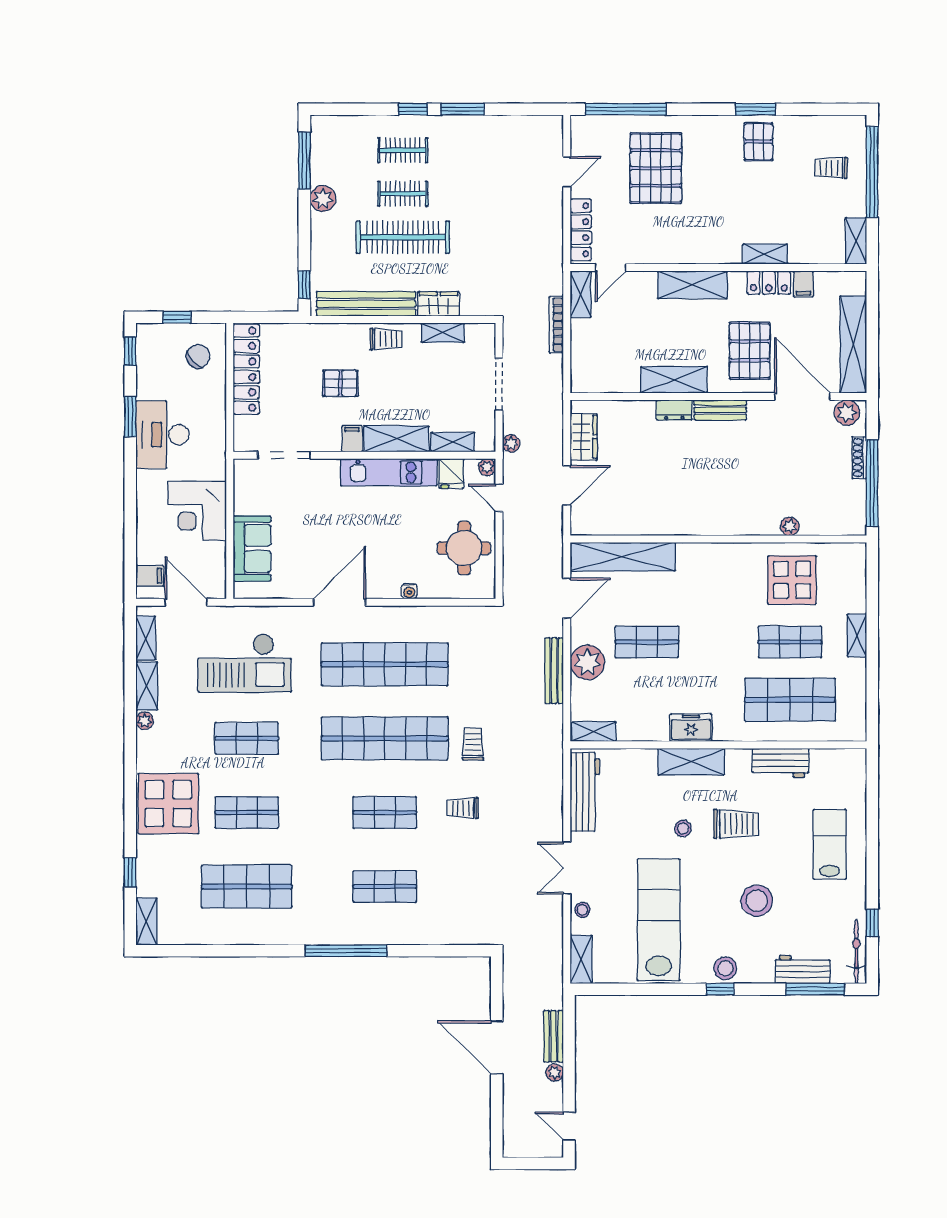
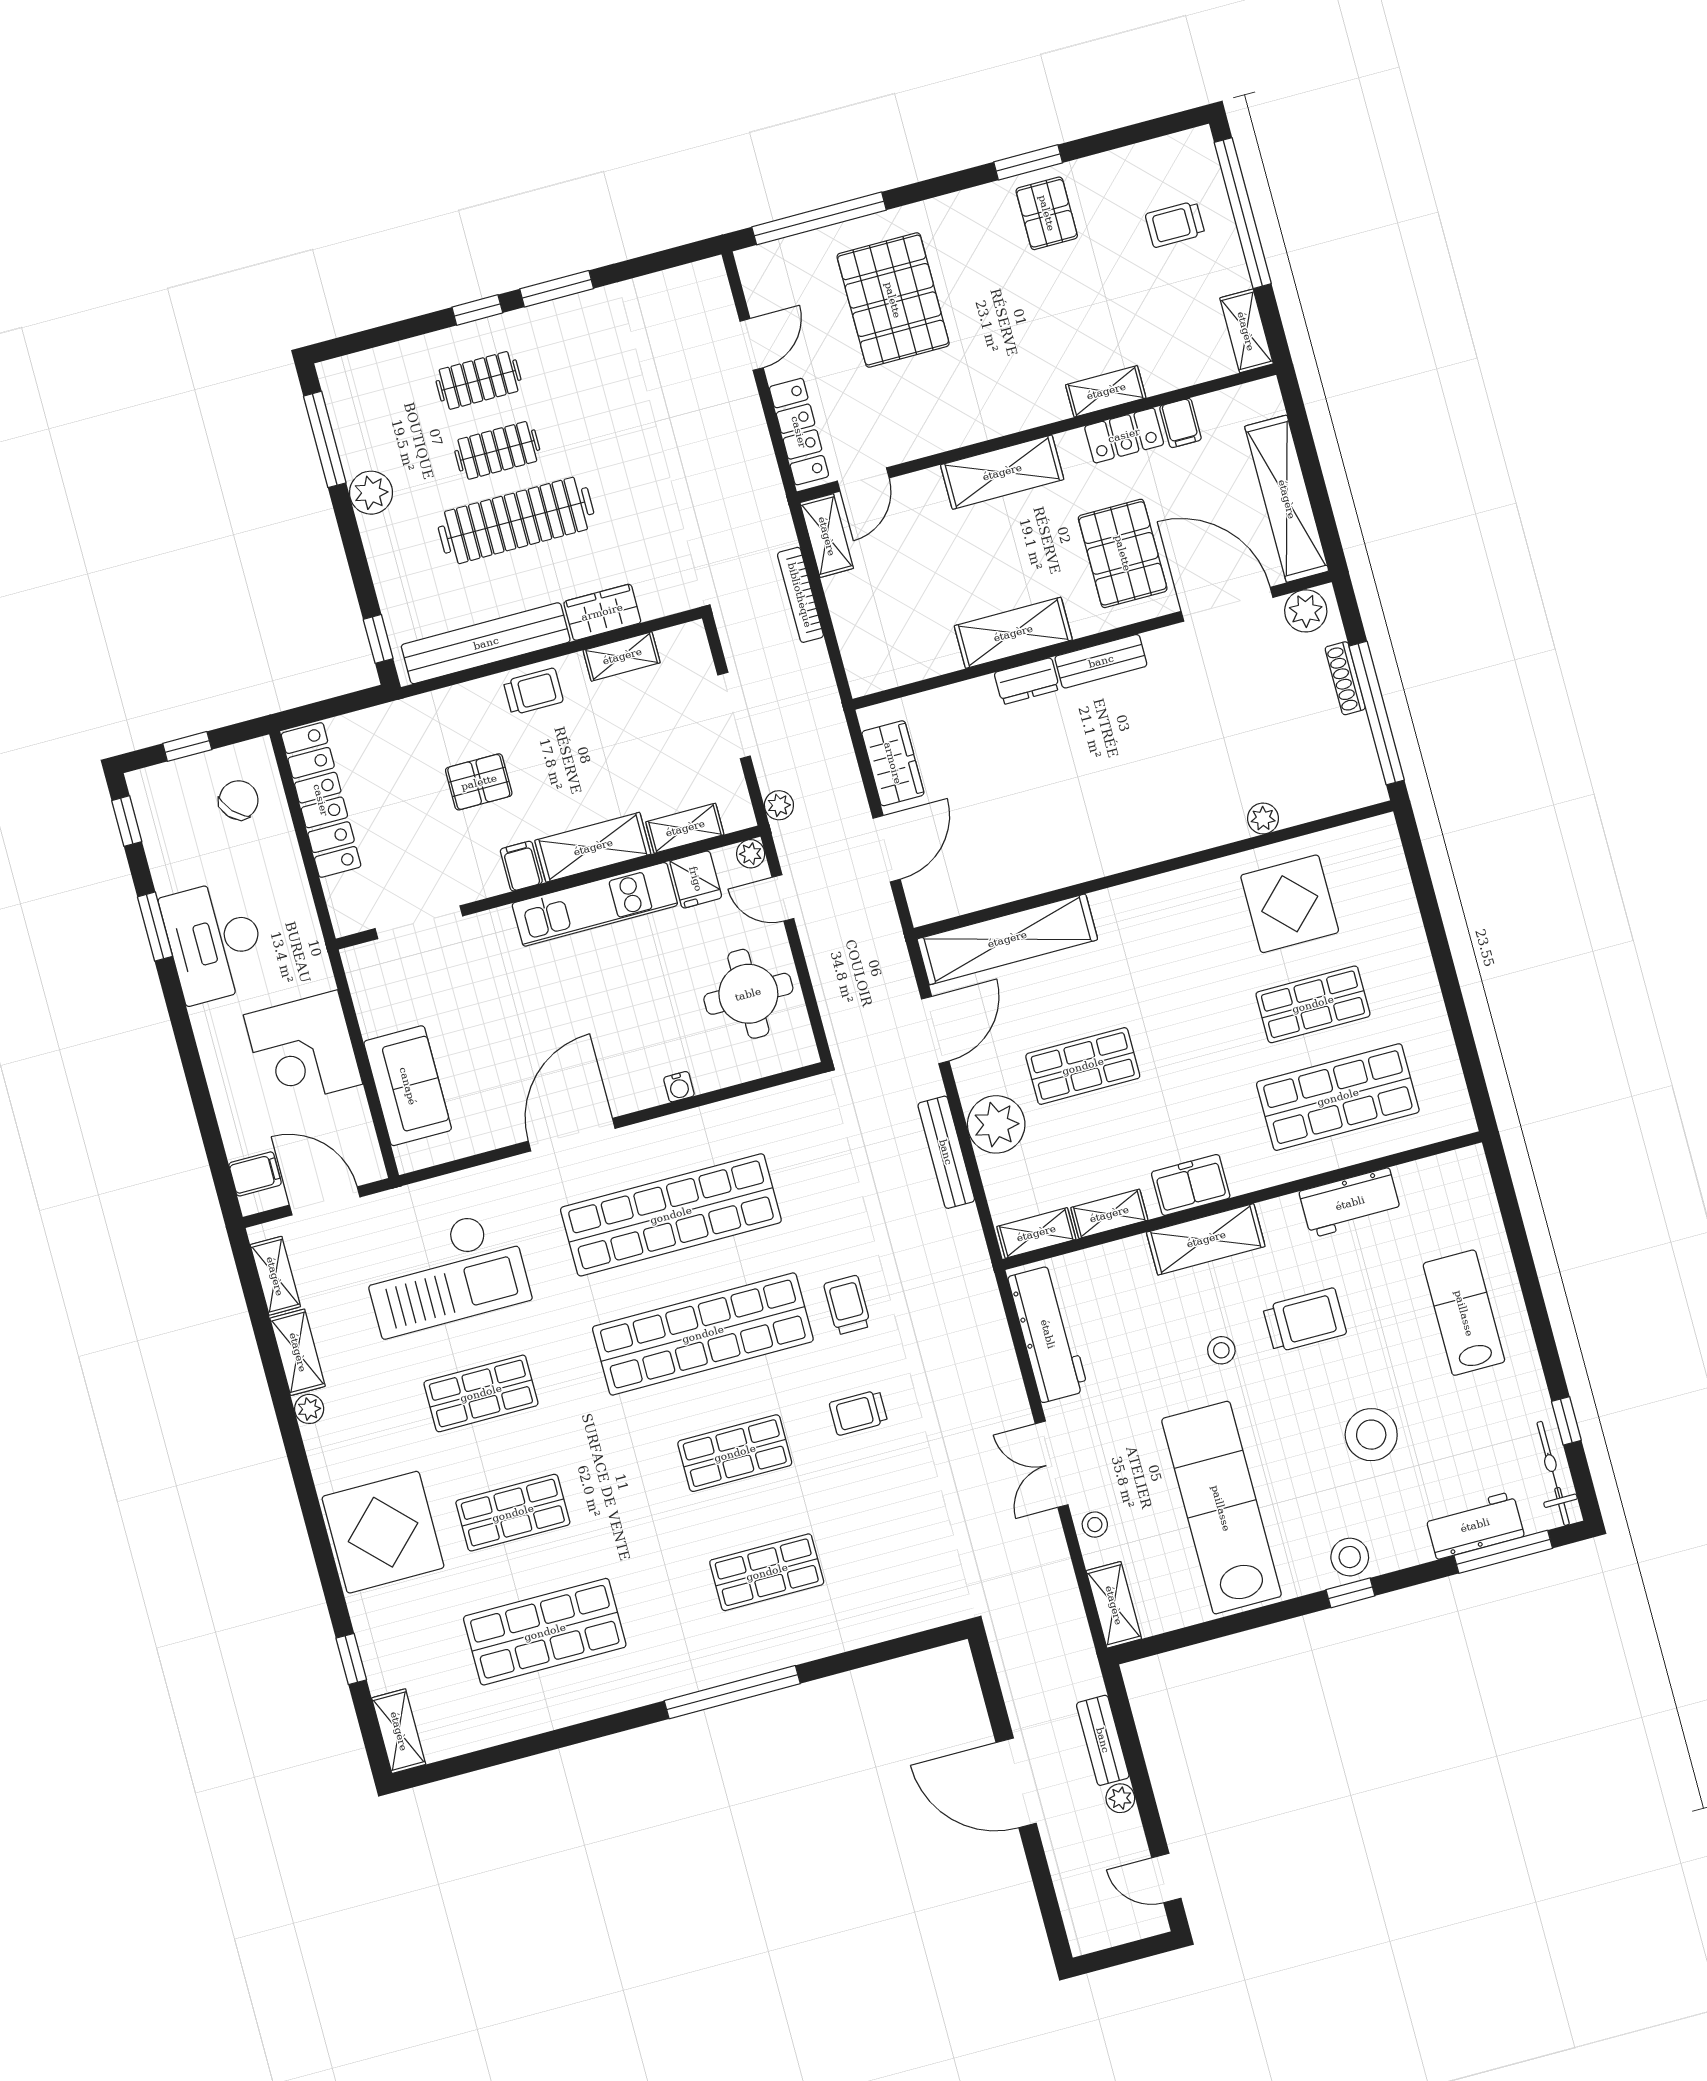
shelving: (857, 635) -> (1109, 1214), moved, turned 90

